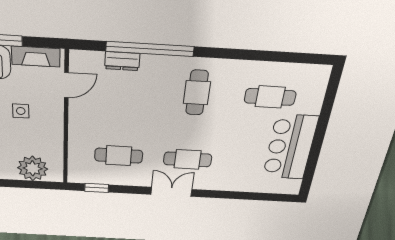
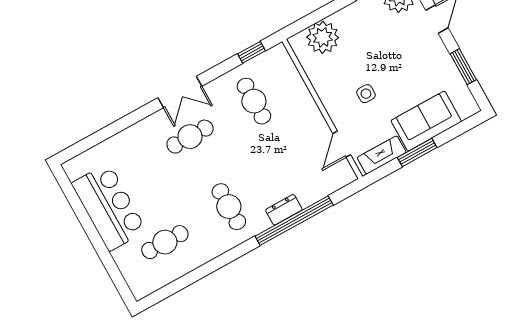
dresser: (122, 61) -> (284, 210), moved
cafe table: (119, 156) -> (254, 101), turned 90

